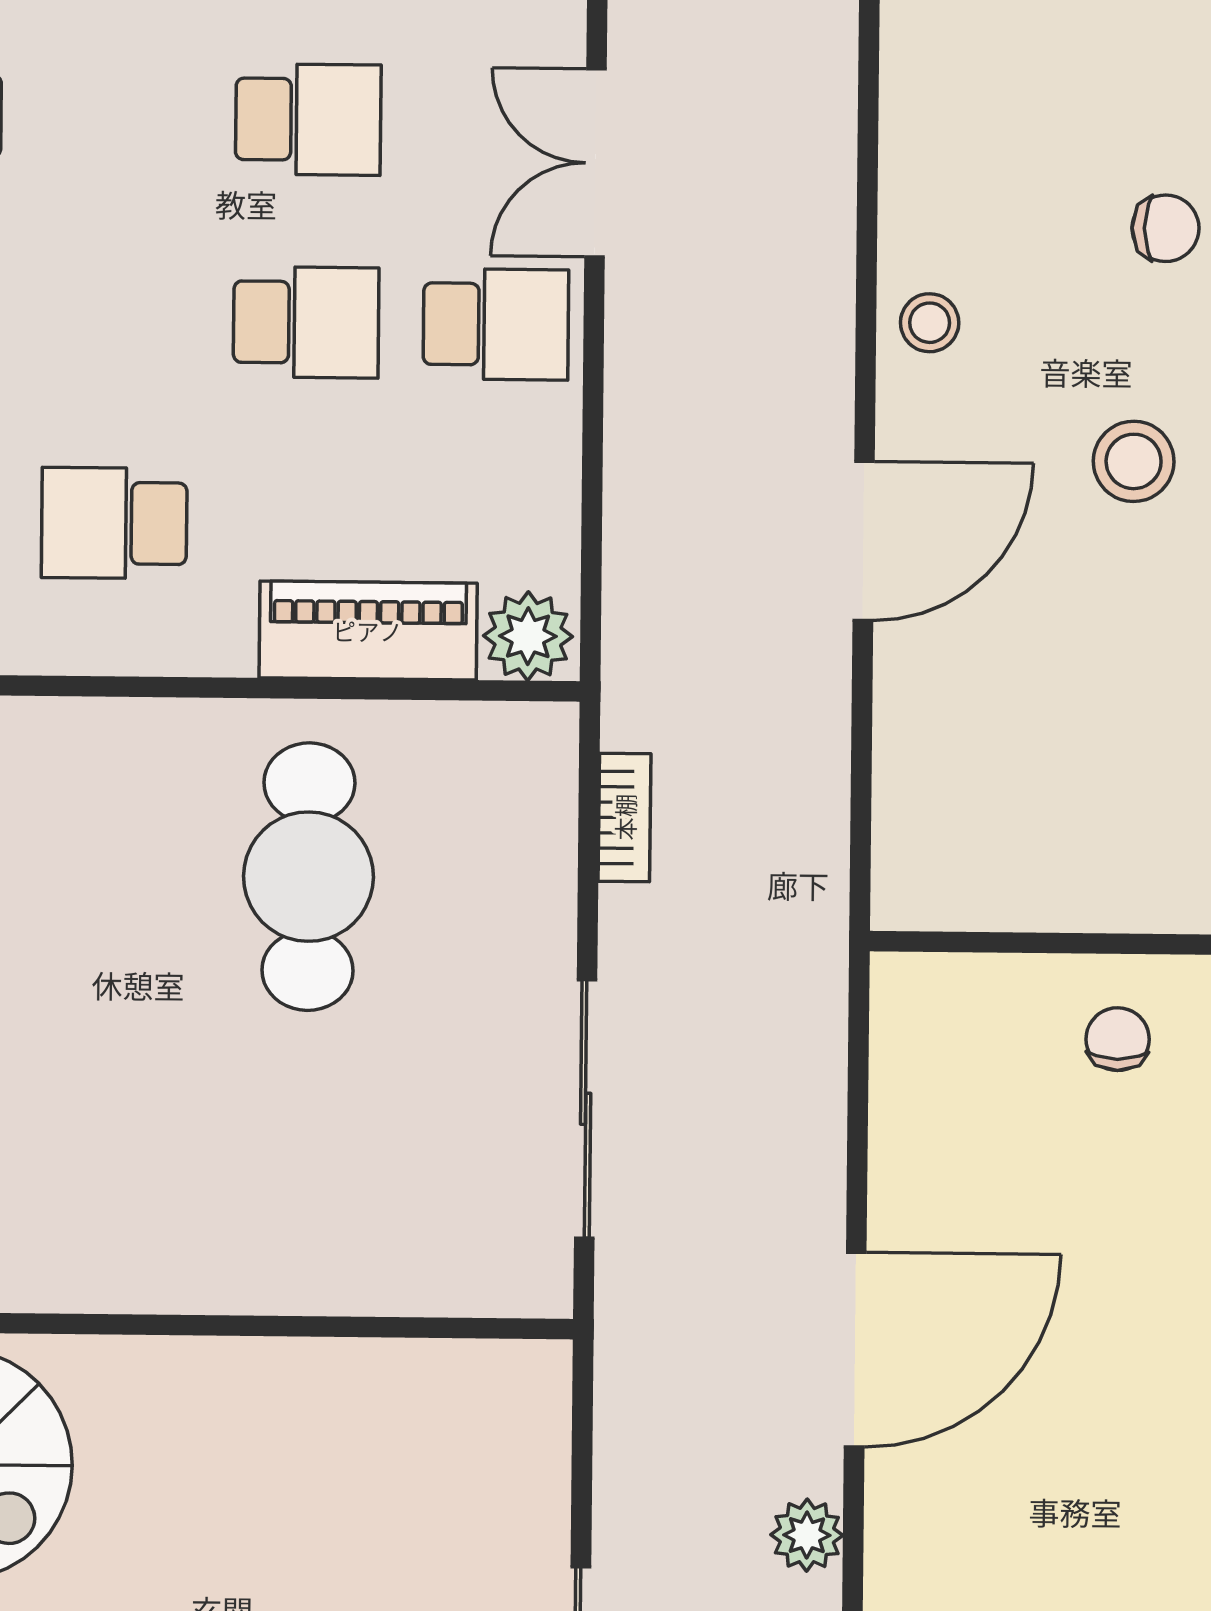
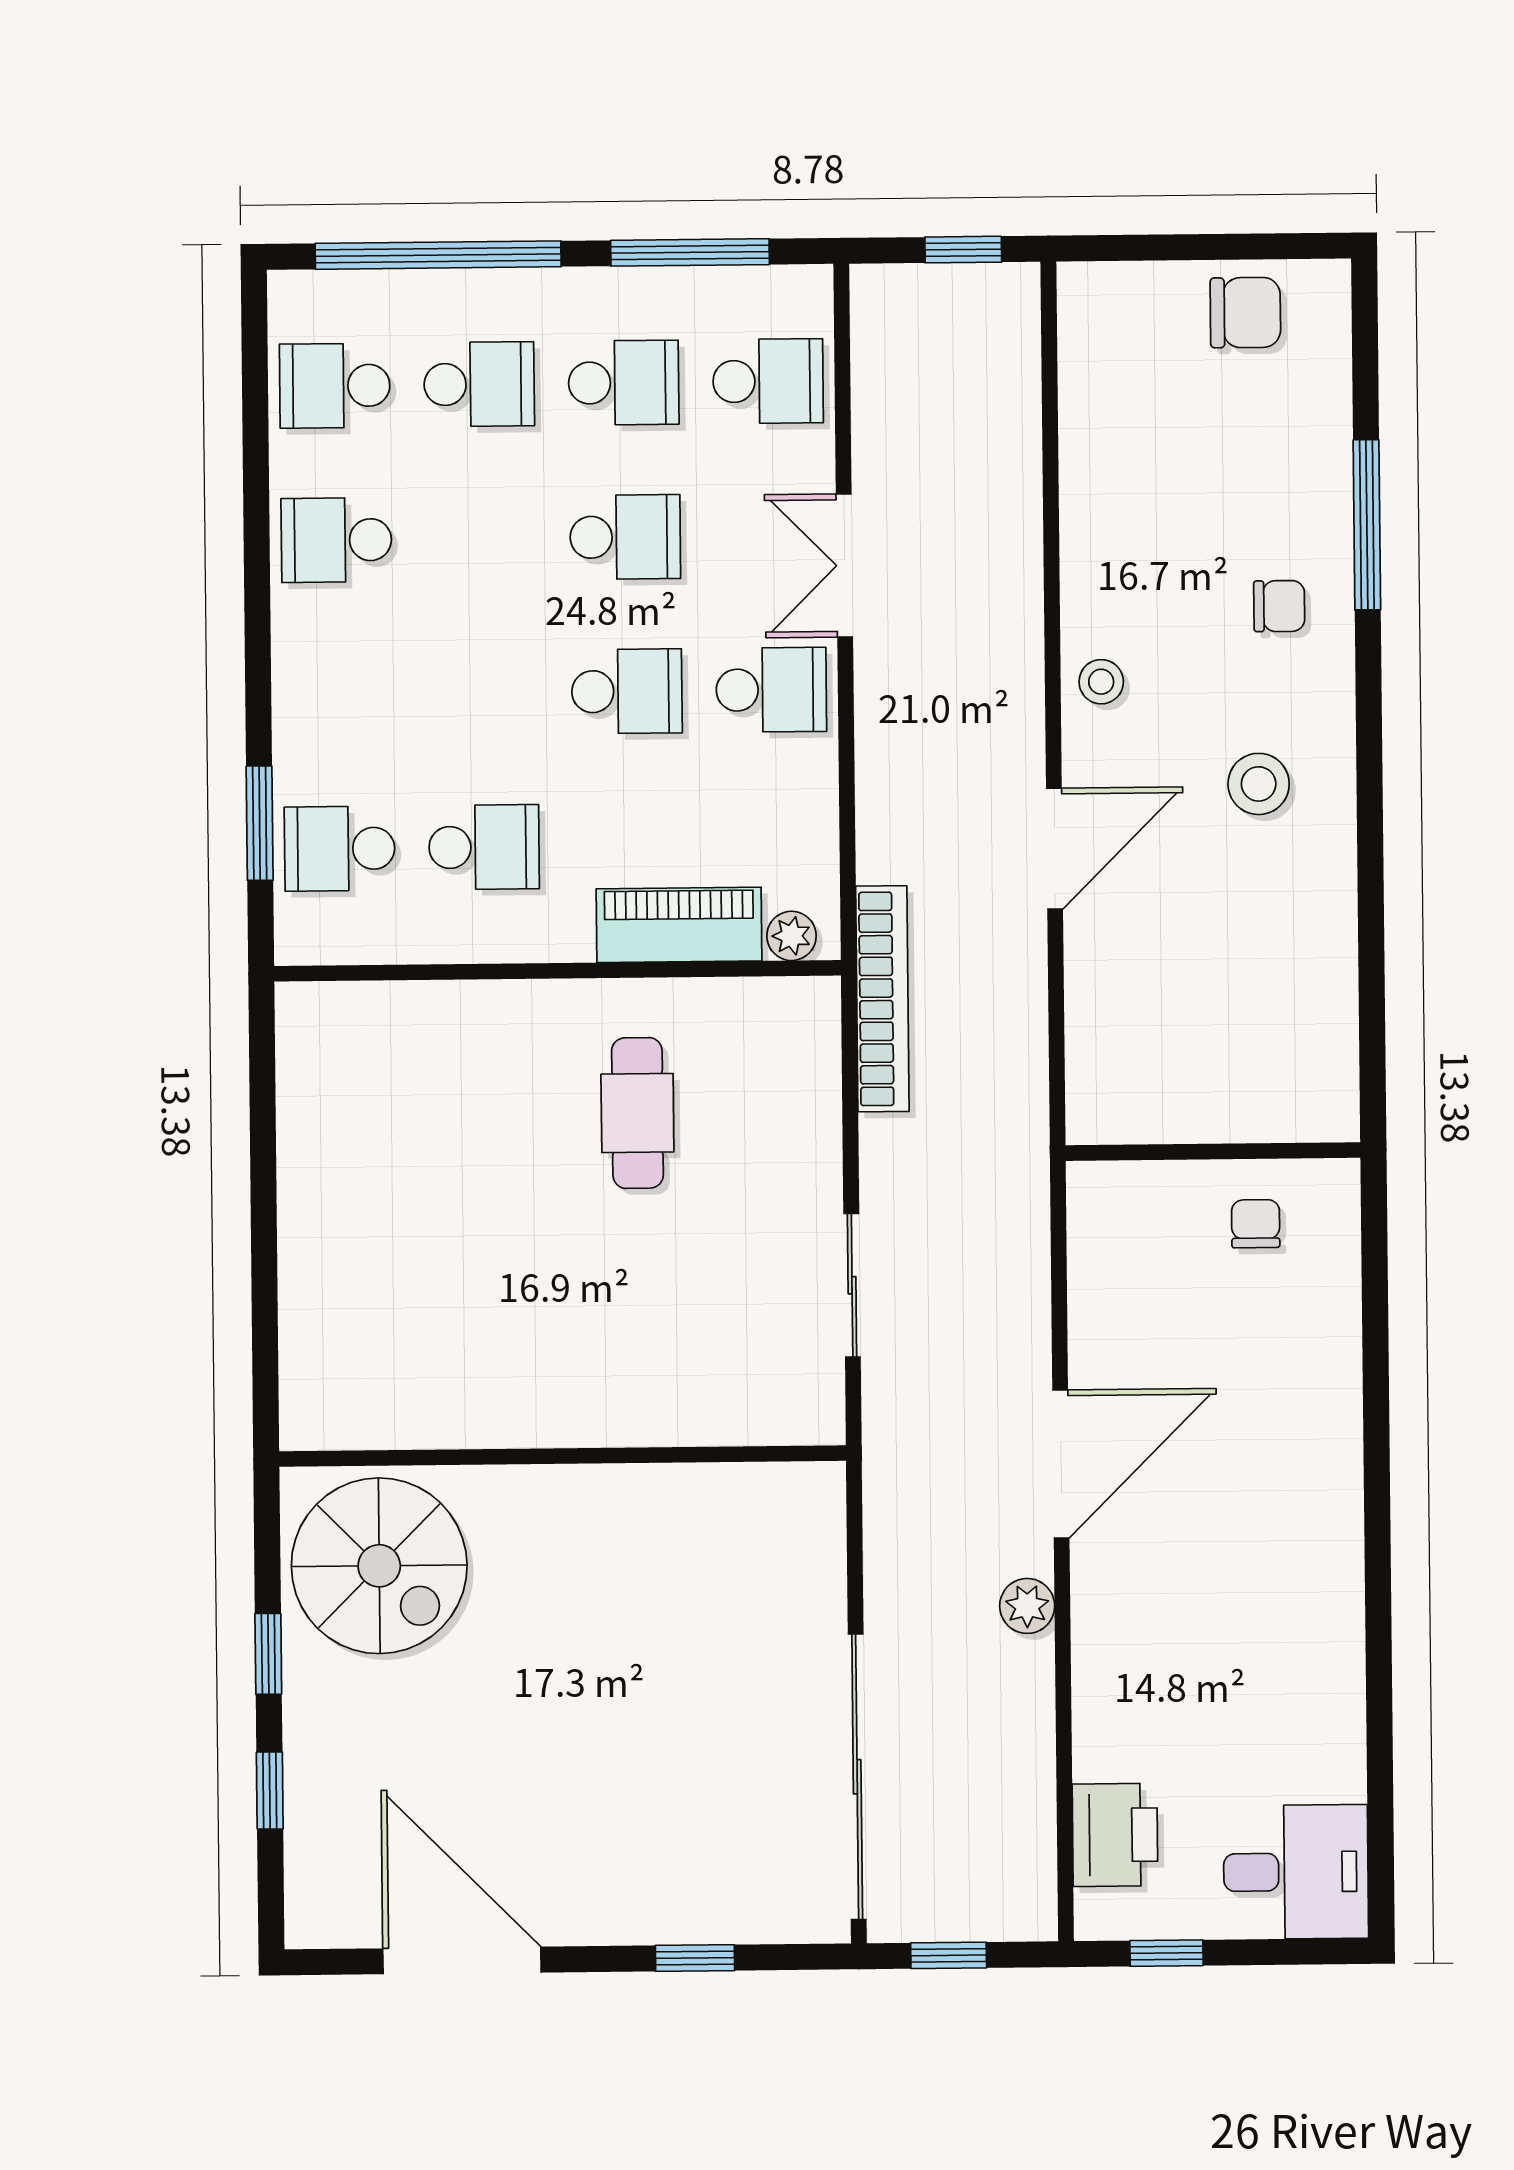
school desk: (114, 523) -> (484, 847), turned 180
plant: (528, 636) -> (791, 936), width x0.73, depth x0.73
bookcase: (625, 817) -> (882, 999), width x2.31, depth x1.31
cafe table: (308, 877) -> (637, 1113), width x0.73, depth x0.74
sliding door: (586, 1109) -> (852, 1285), width x0.73

